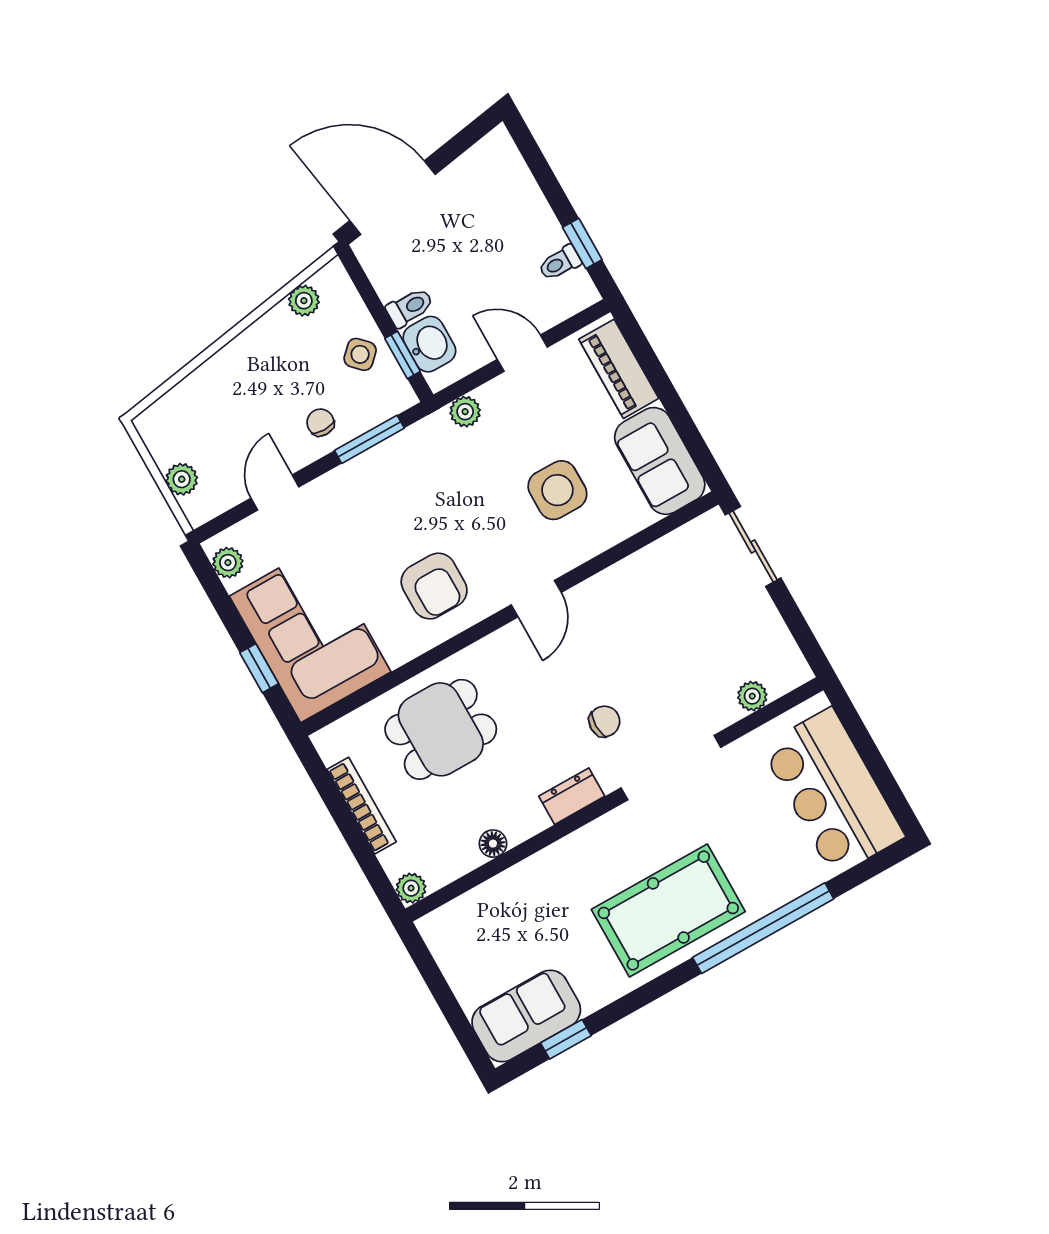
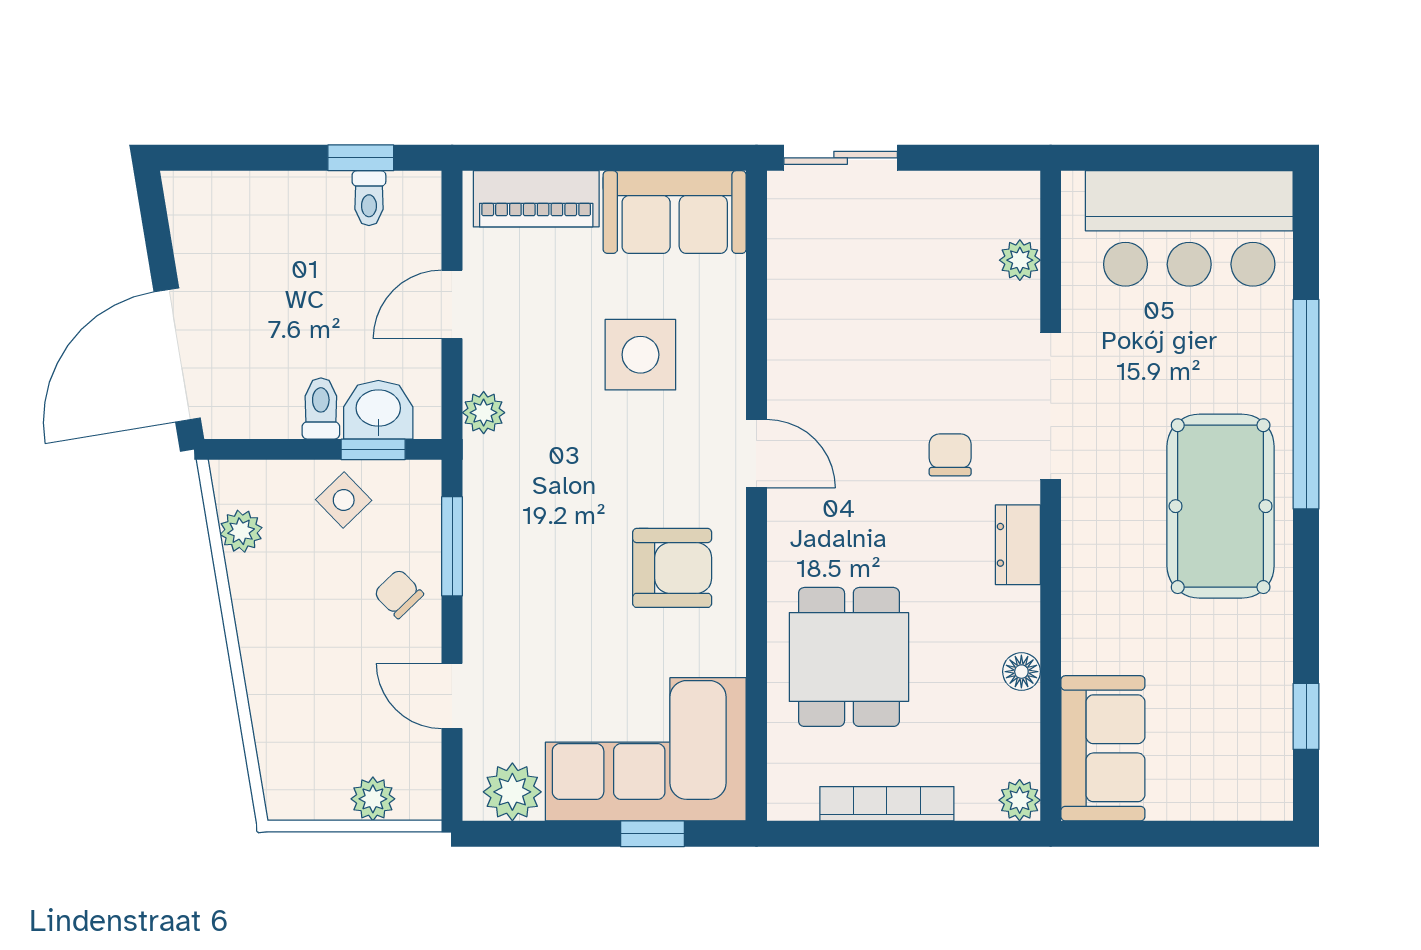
chair: (320, 422) -> (399, 594), turned 46
plant: (228, 563) -> (512, 792), width x1.38, depth x1.38
sofa: (526, 1016) -> (1103, 748), moved, turned 180

